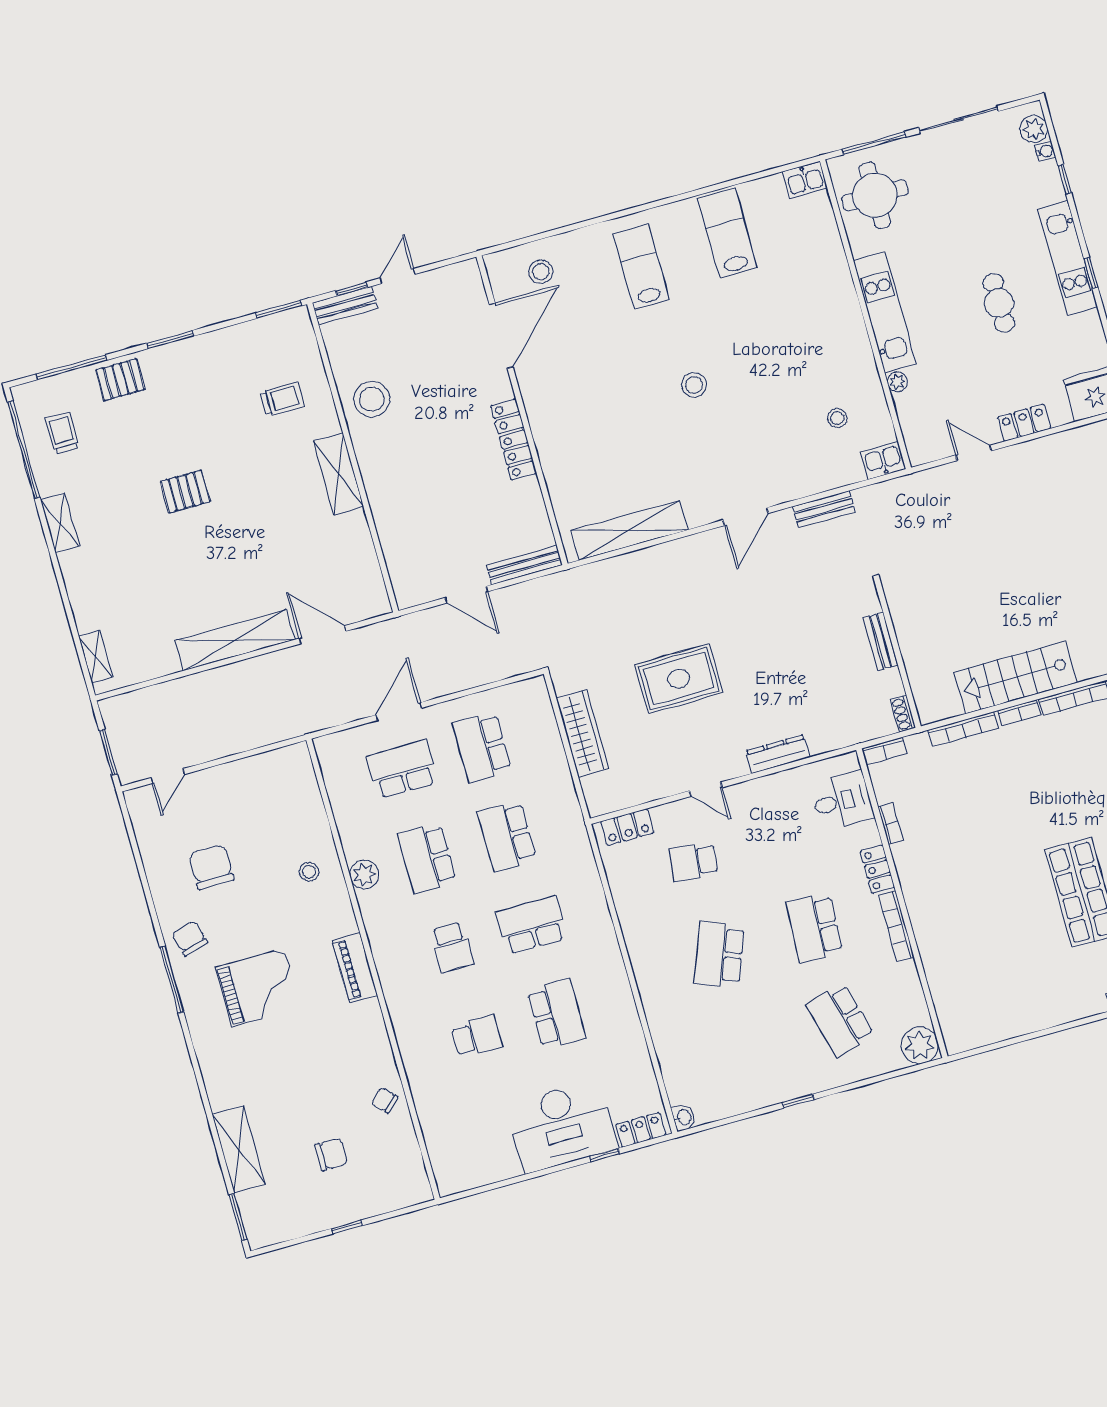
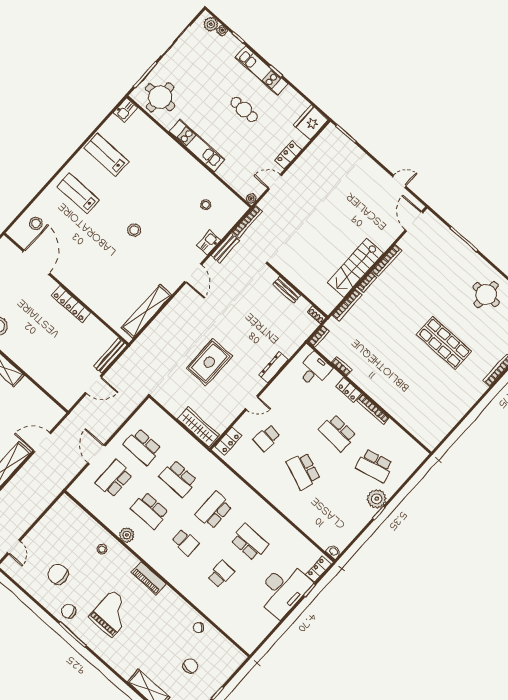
plant: (897, 382) -> (251, 198), moved
kitchen sink: (883, 461) -> (209, 243), moved
bookcase: (887, 489) -> (247, 222), added
wardrobe: (582, 733) -> (198, 427), moved
plant: (920, 1045) -> (377, 499), moved

